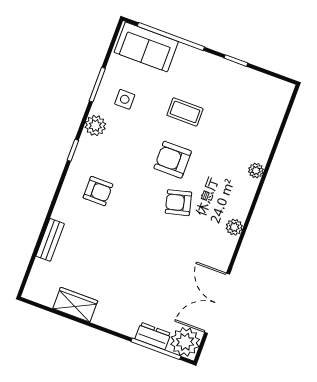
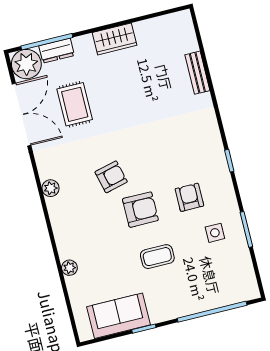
sofa: (146, 47) -> (119, 316), moved
plant: (95, 126) -> (225, 194), removed
plant: (256, 171) -> (69, 268), moved
armchair: (98, 191) -> (189, 197), moved, turned 90
rug: (168, 282) -> (75, 104), added
wardrobe: (75, 305) -> (115, 39), moved

